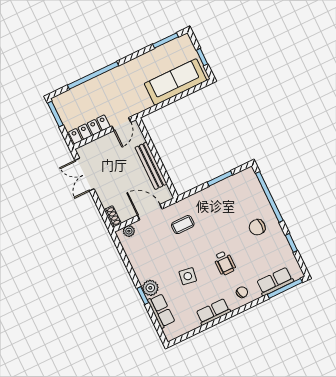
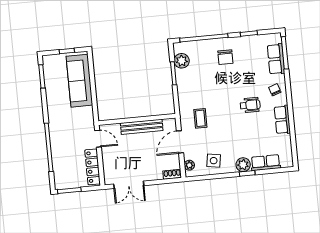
plant: (236, 182) -> (182, 61), added
wheelchair: (225, 263) -> (250, 105), moved
side table: (188, 276) -> (214, 161), moved

